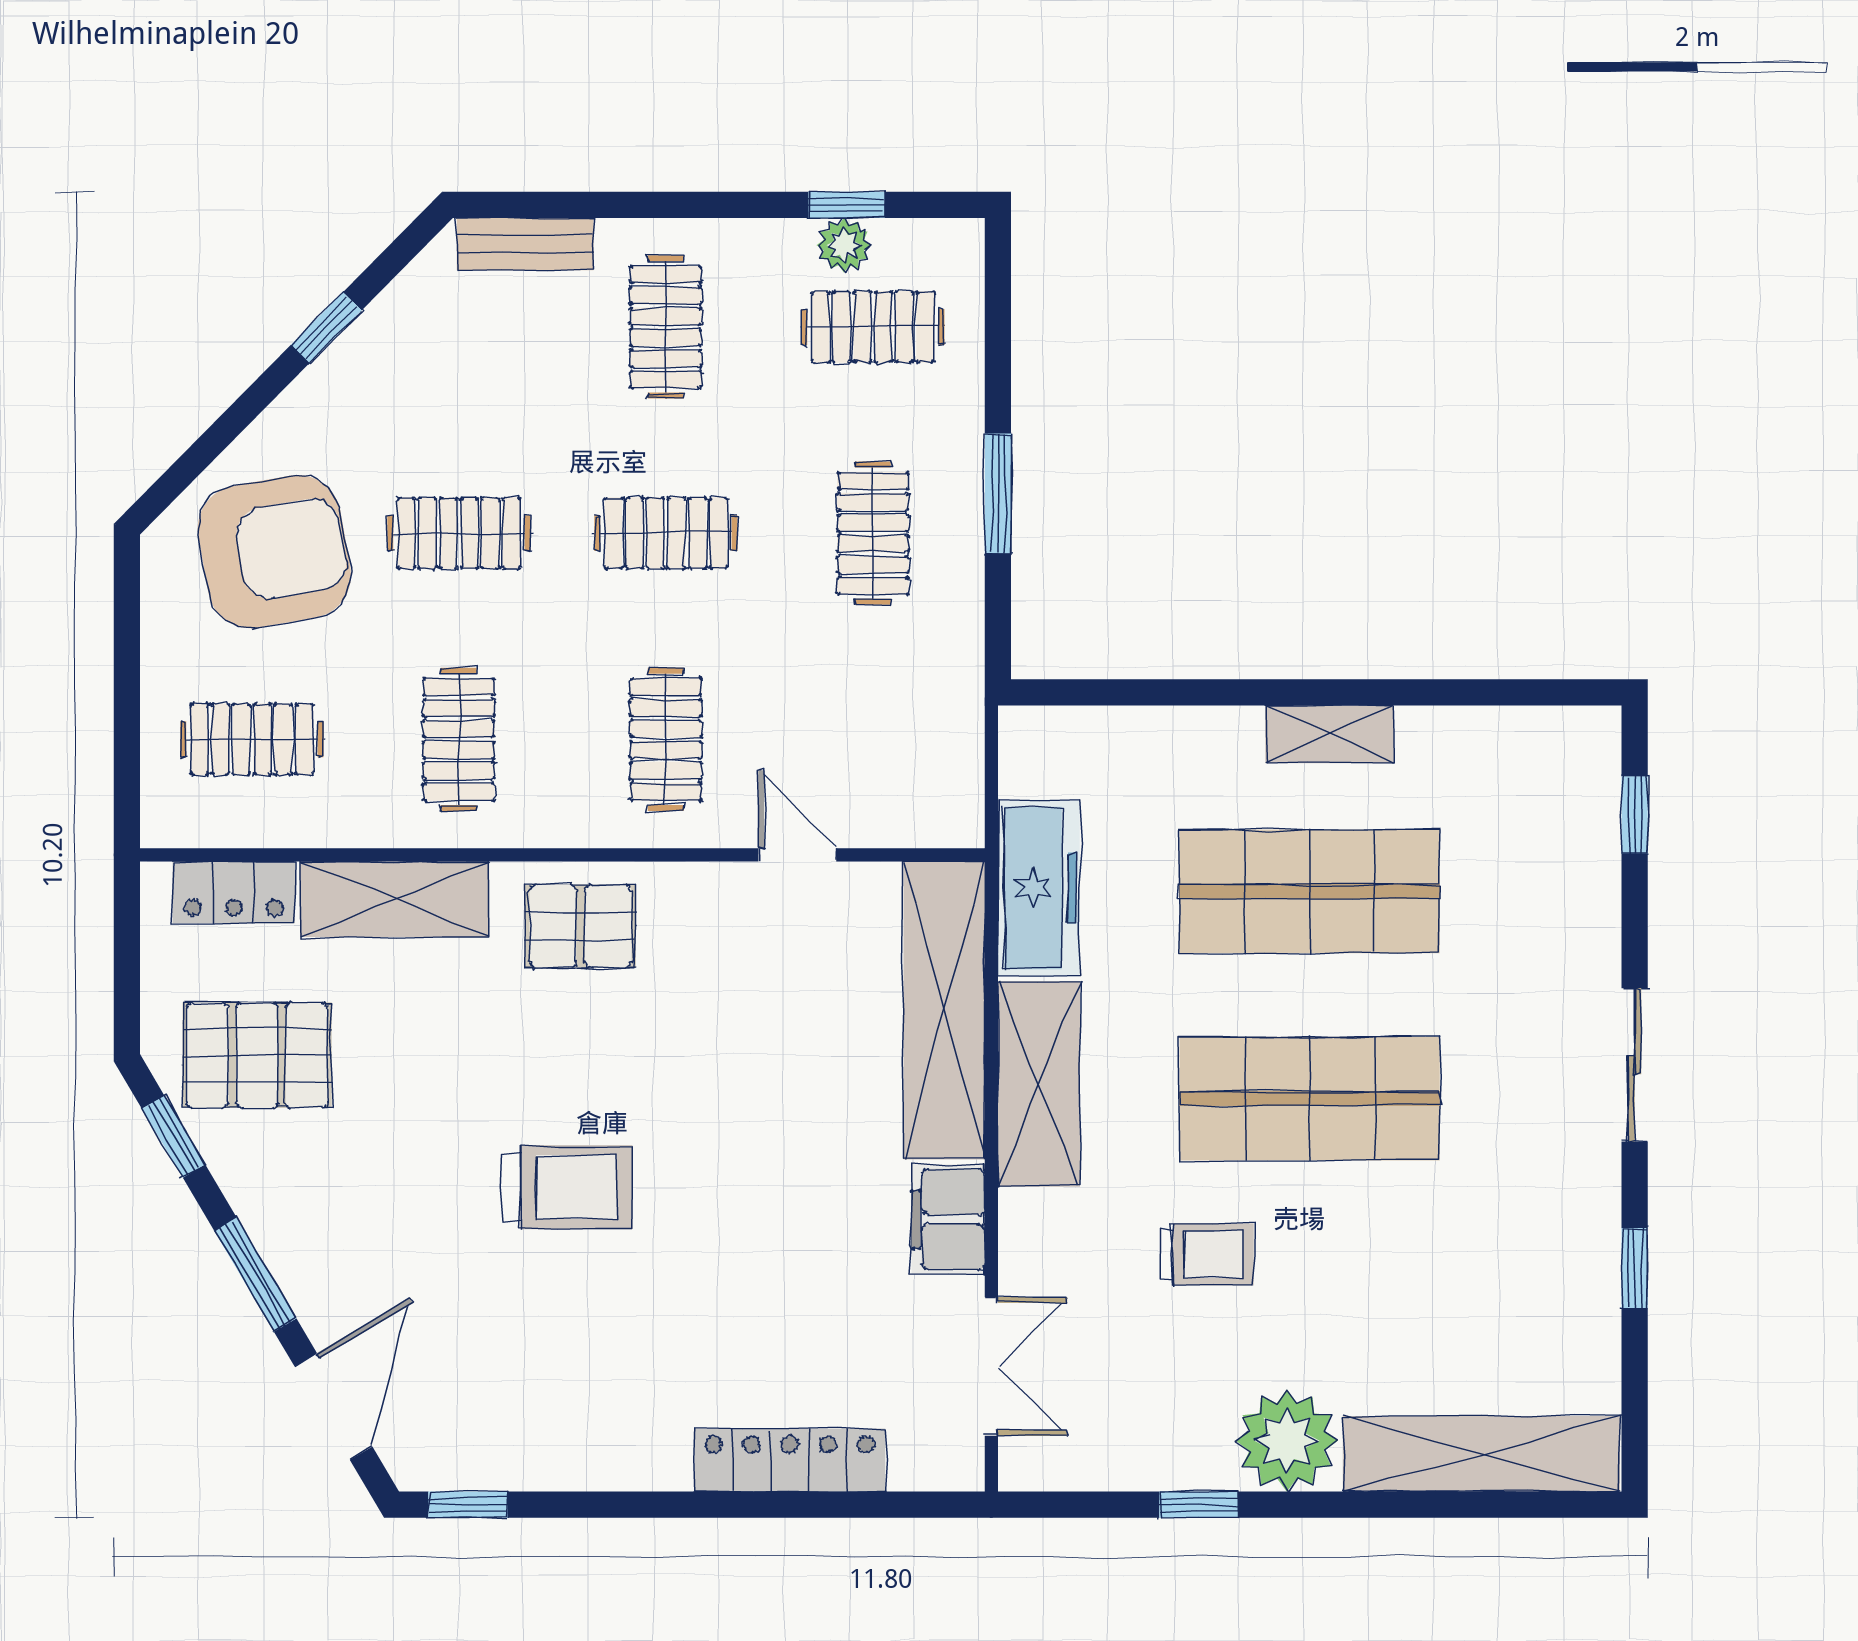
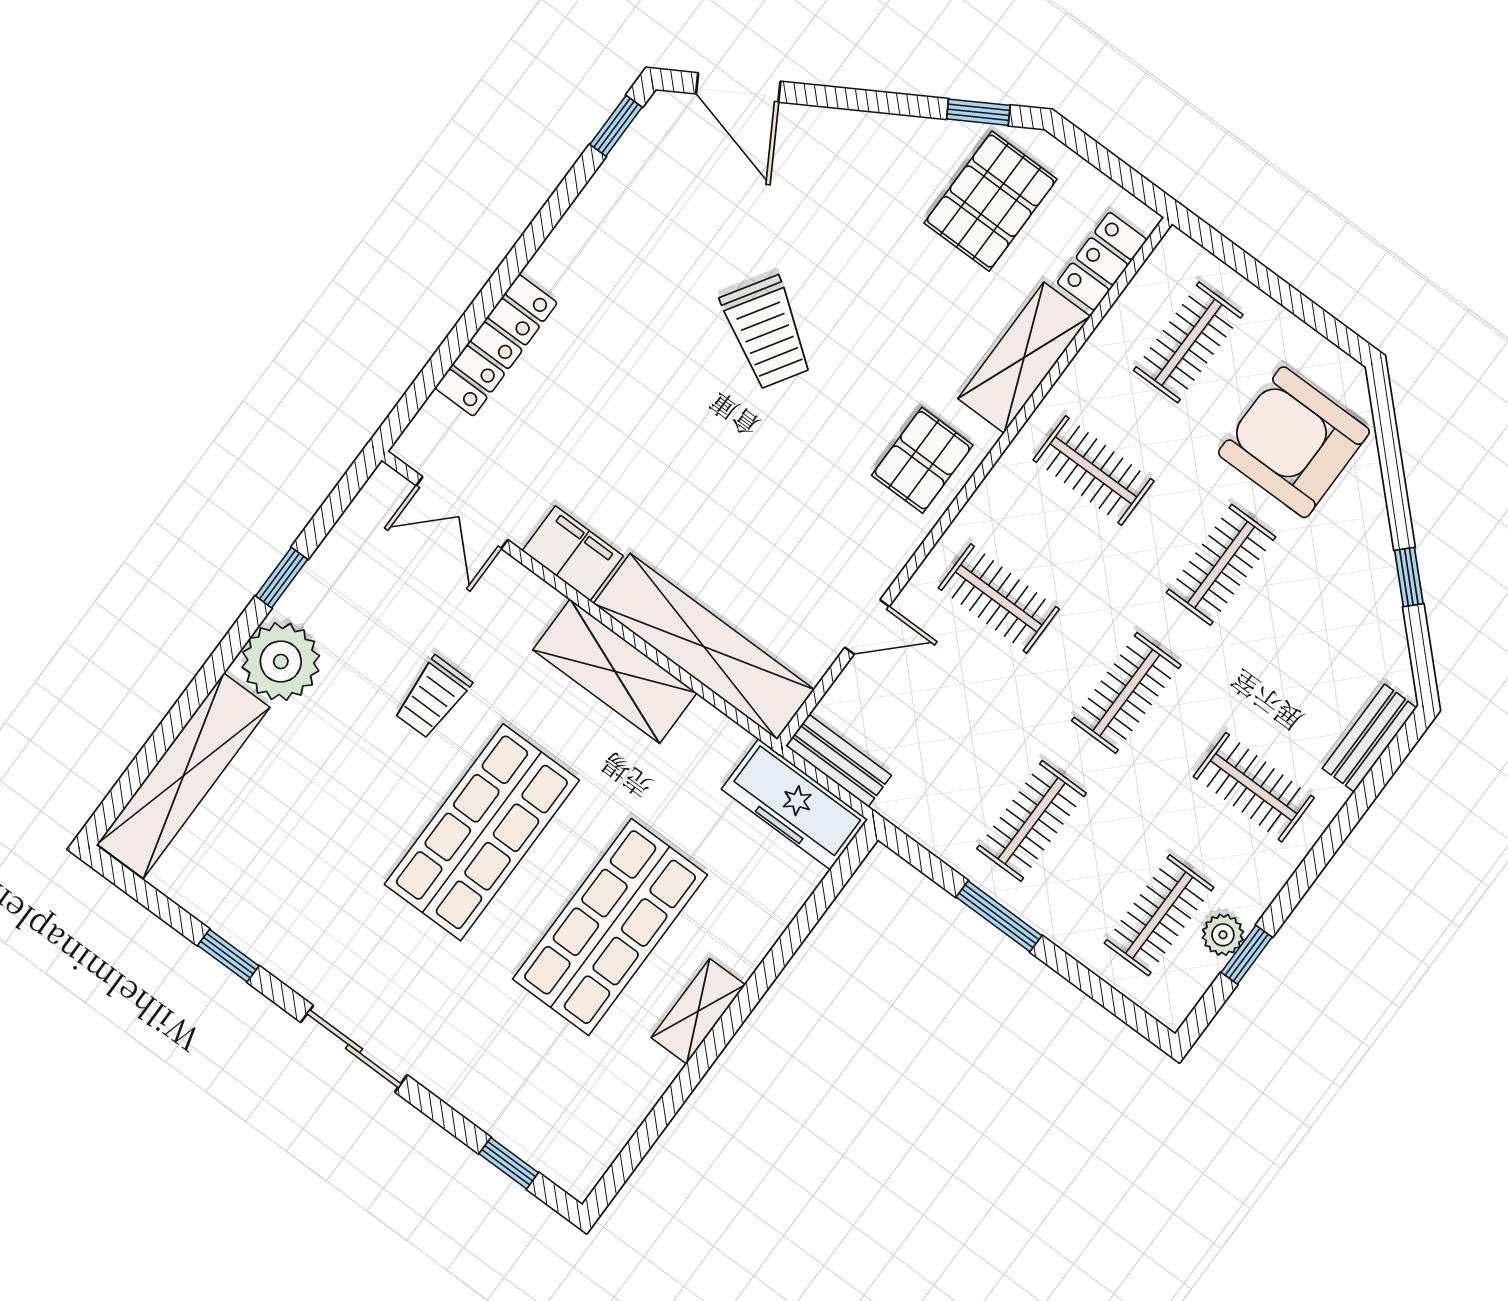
clothes rail: (873, 533) -> (1032, 821), turned 90
armchair: (274, 552) -> (1294, 442), turned 100
bench: (959, 781) -> (838, 761), added
freezer: (1039, 888) -> (795, 804), moved
trolley: (567, 1187) -> (767, 333), turned -58
window: (255, 1275) -> (856, 100), removed

